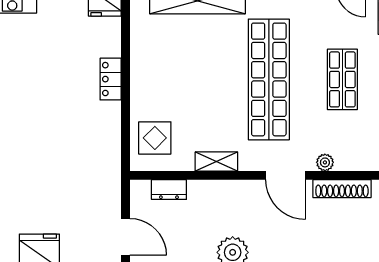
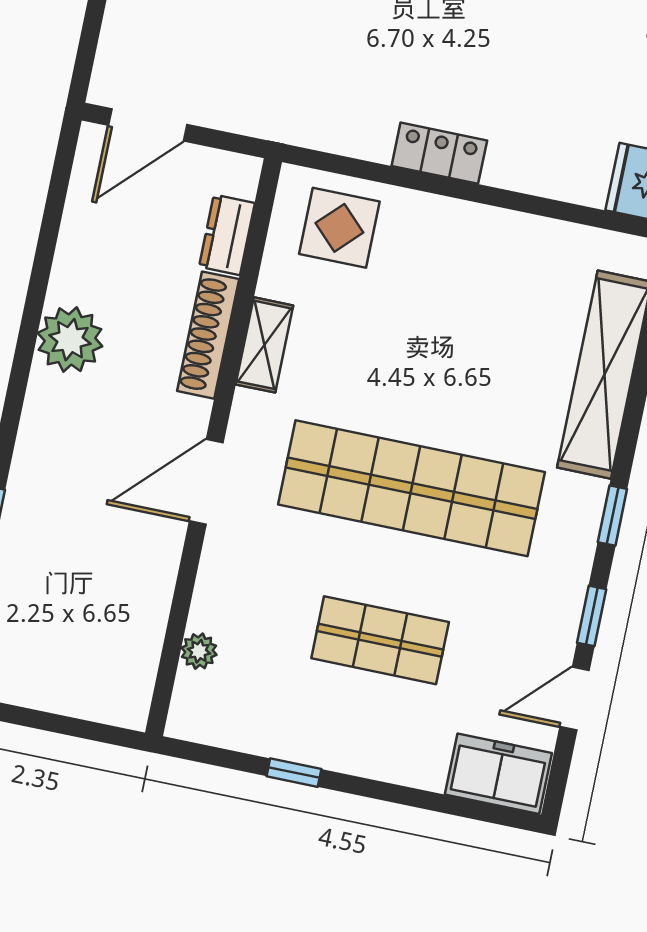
locker: (111, 79) -> (439, 153), moved
plant: (325, 162) -> (199, 651), moved
shoe rack: (342, 189) -> (208, 335), moved

